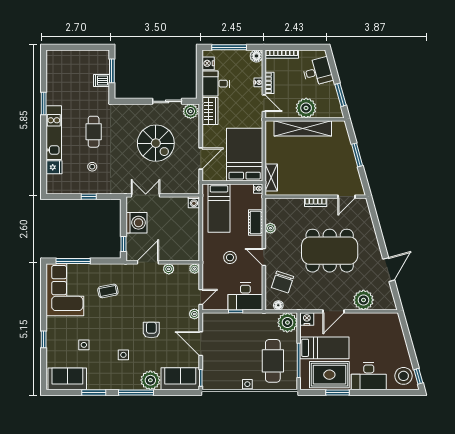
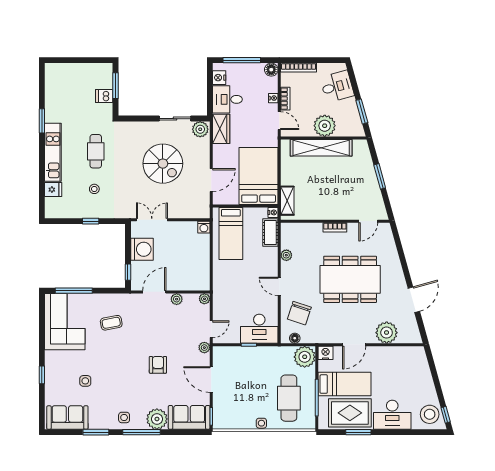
cot: (256, 223) -> (270, 233), moved
stool: (230, 257) -> (243, 287), removed
side table: (123, 355) -> (124, 417), moved

